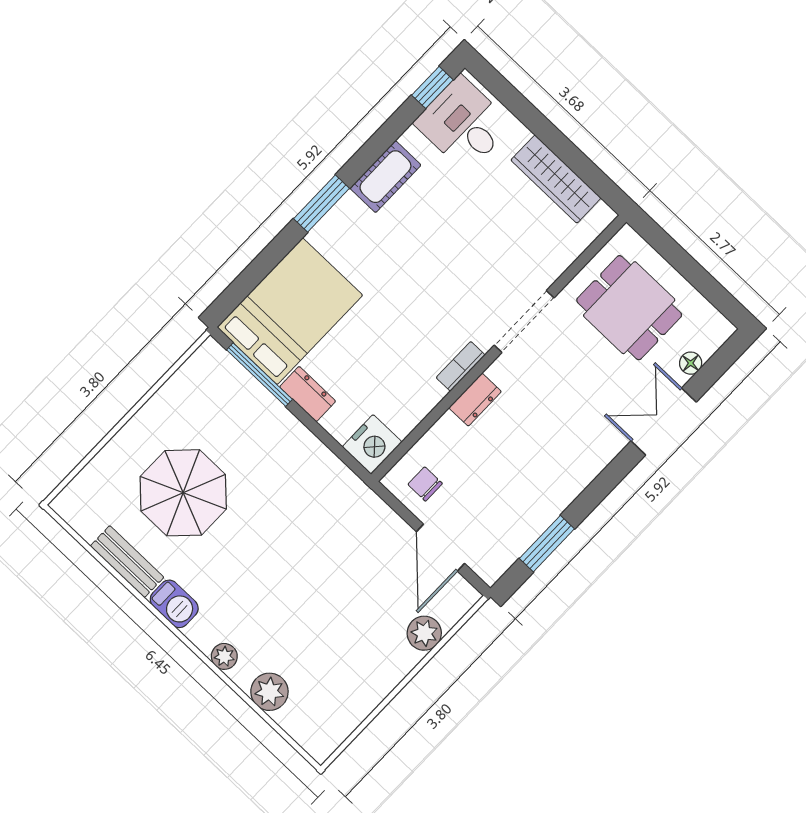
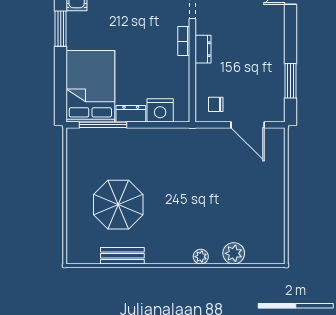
nightstand: (372, 444) -> (160, 110), moved, turned 90
barbecue: (174, 604) -> (159, 255), removed
plant: (424, 633) -> (275, 167), removed

